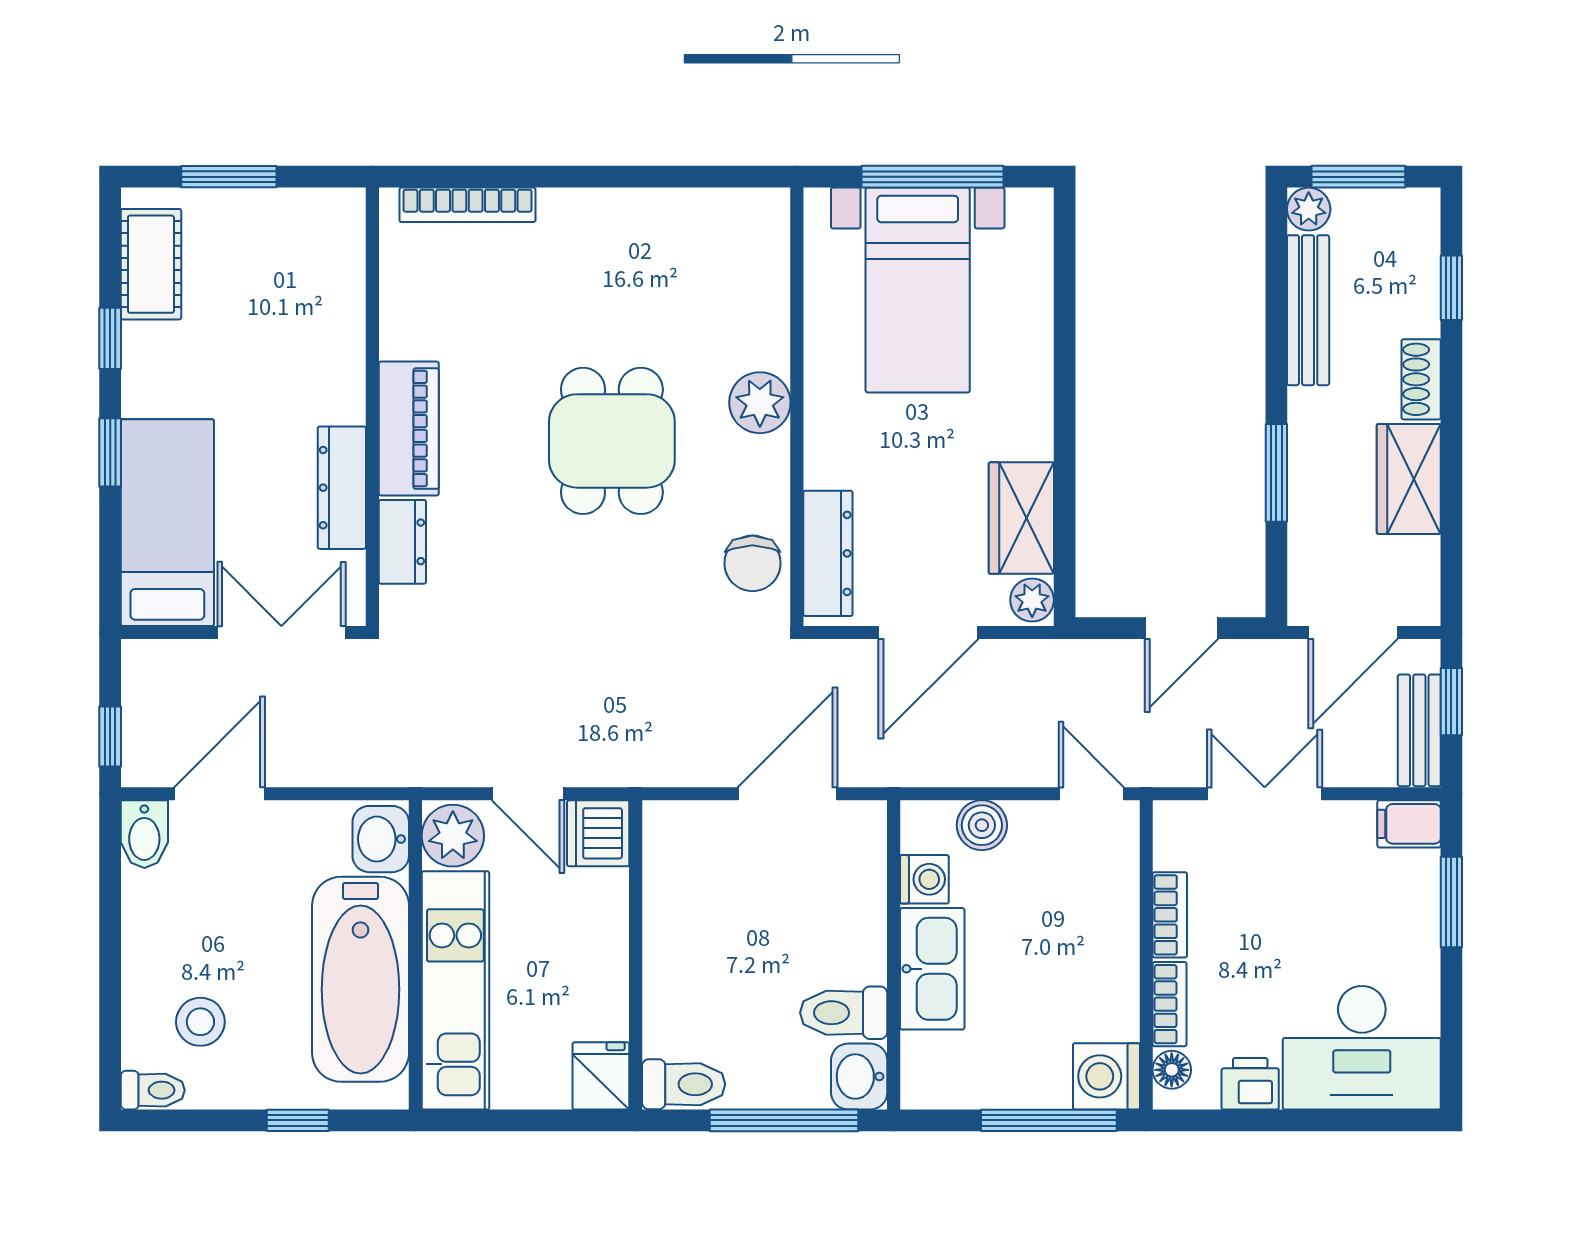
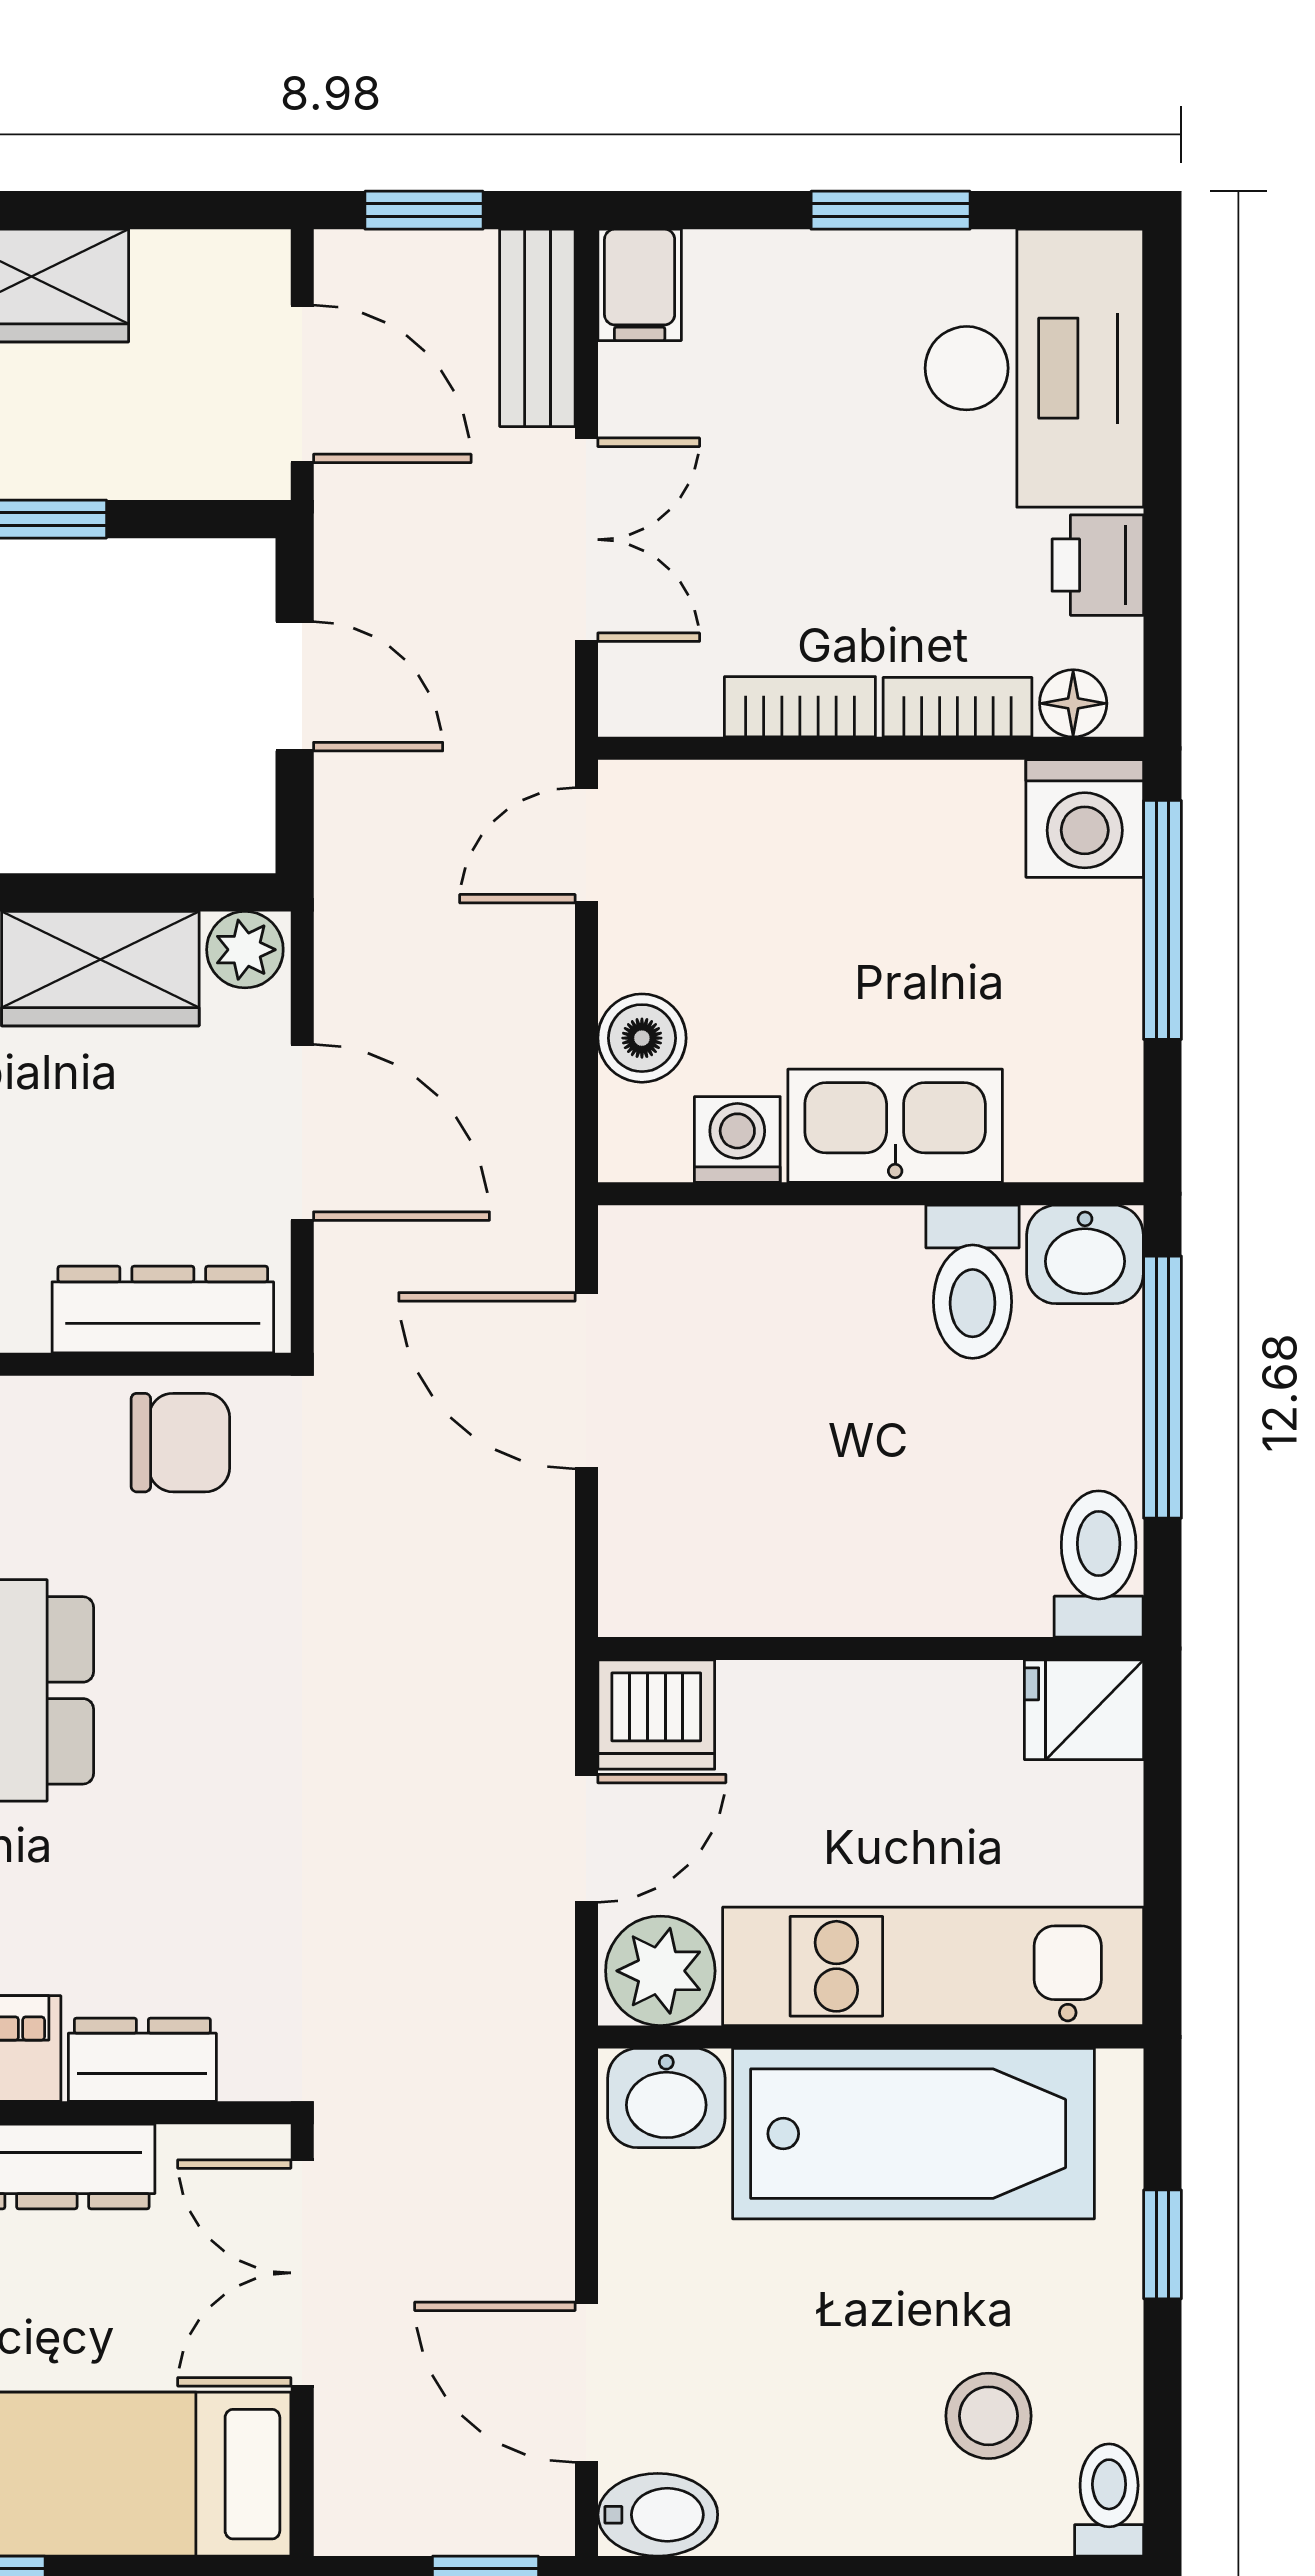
bench: (1419, 730) -> (537, 328), moved, turned 90
double door: (1265, 794) -> (586, 540), swing flipped
window: (1451, 902) -> (891, 210), moved

